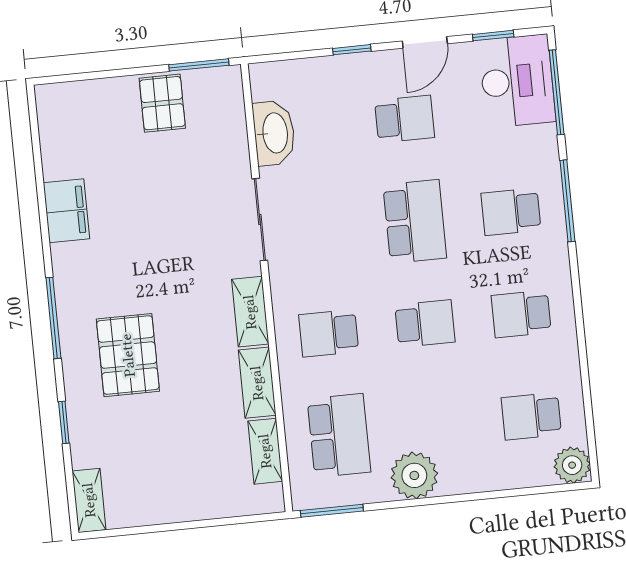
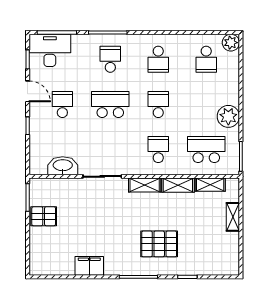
school desk: (511, 212) -> (110, 59), turned 180
school desk: (329, 333) -> (158, 150), turned 180
shelving: (89, 500) -> (233, 217), moved, turned 90

